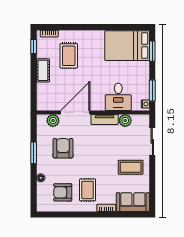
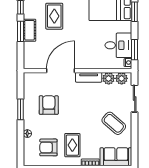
window: (34, 72) -> (21, 31), added
desk: (118, 97) -> (118, 45), moved, turned -90
plant: (53, 121) -> (122, 78), moved
coffee table: (131, 167) -> (114, 123), turned 41

